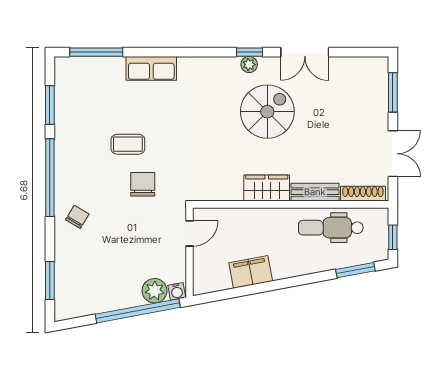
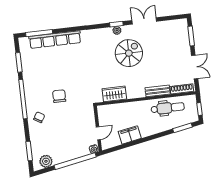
double door: (305, 52) -> (144, 21), swing flipped
row of seats: (151, 68) -> (55, 40), width x2.02
coffee table: (128, 144) -> (60, 78), removed
chair: (143, 184) -> (59, 96), moved
wardrobe: (267, 188) -> (114, 94), moved
dental chair: (331, 228) -> (168, 108), turned 180
door: (189, 233) -> (98, 133), moved
plant: (155, 291) -> (46, 161), moved

